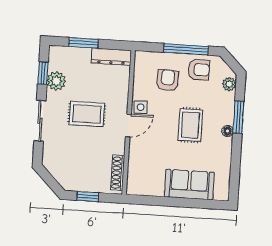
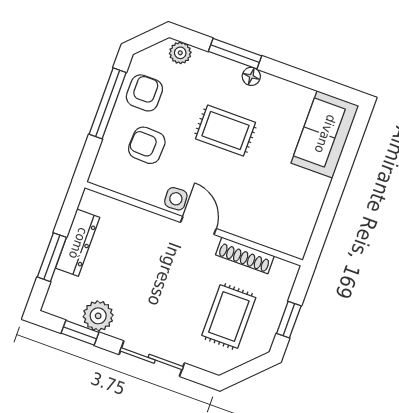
dresser: (111, 57) -> (78, 243), moved
rug: (87, 114) -> (229, 316), moved
shoe rack: (118, 173) -> (245, 255), moved
sofa: (189, 185) -> (325, 134), moved

